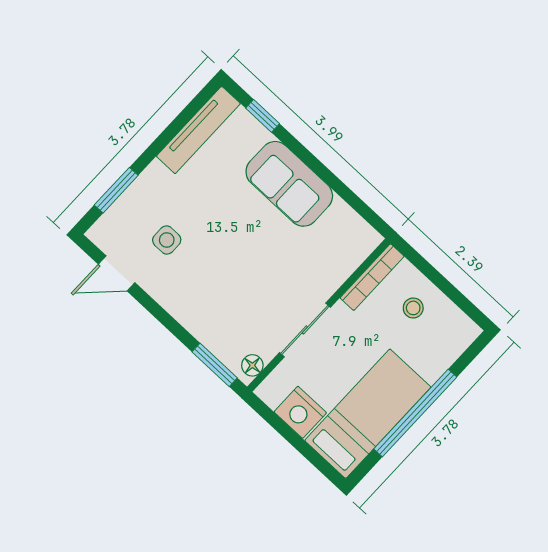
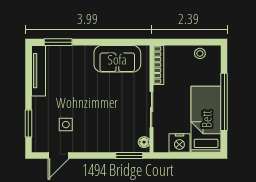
window: (263, 116) -> (58, 42), width x1.50
sofa: (289, 184) -> (117, 59), moved
stool: (413, 308) -> (200, 53), moved

